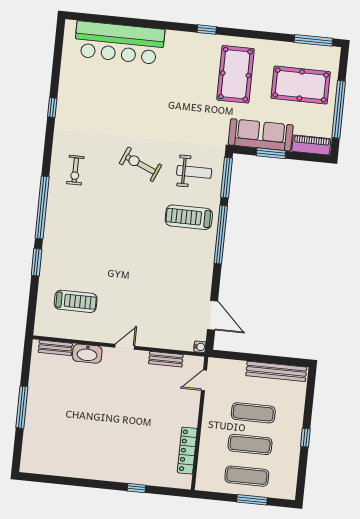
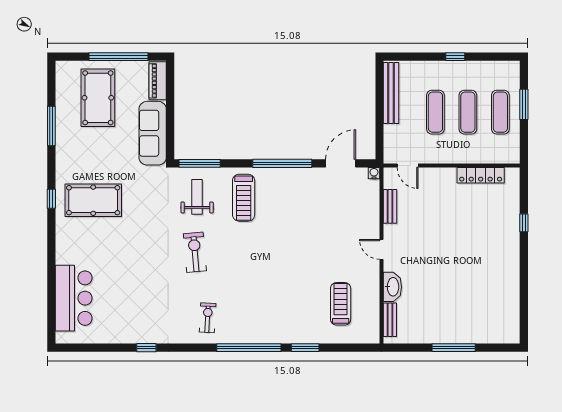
window: (313, 40) -> (51, 126), moved
bar counter: (119, 43) -> (74, 298), width x0.73
pool table: (235, 74) -> (93, 200), moved
window: (271, 153) -> (170, 121), removed
exercise bike: (140, 164) -> (195, 252), turned 152
exercise bike: (75, 170) -> (208, 318), turned -87
window: (221, 235) -> (282, 163), moved

